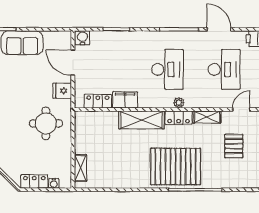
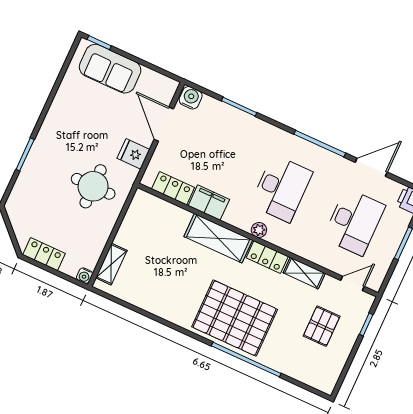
door: (219, 29) -> (371, 167), hinge flipped
plant: (179, 103) -> (259, 230), moved
water cooler: (54, 183) -> (84, 276), moved

